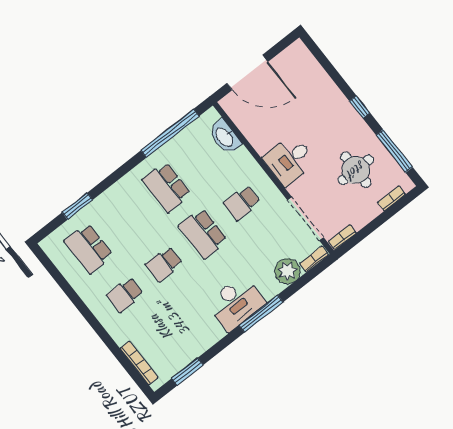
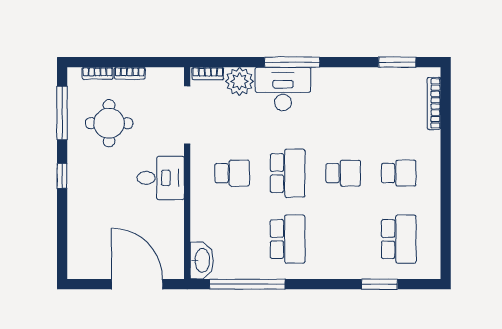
washbasin: (225, 137) -> (202, 260), moved
bookcase: (342, 237) -> (130, 73), moved
desk: (236, 303) -> (283, 89), moved

